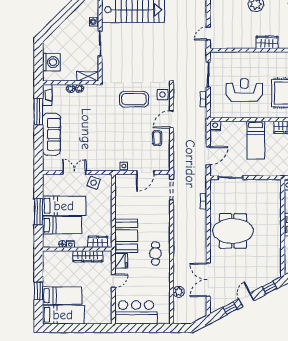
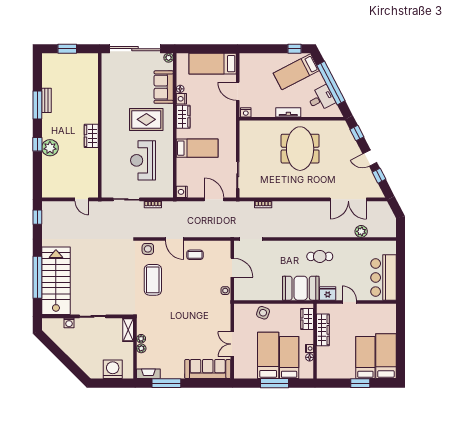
sofa: (51, 134) -> (208, 369), moved
side table: (94, 183) -> (263, 313), moved
meeting table: (233, 231) -> (300, 149), moved

